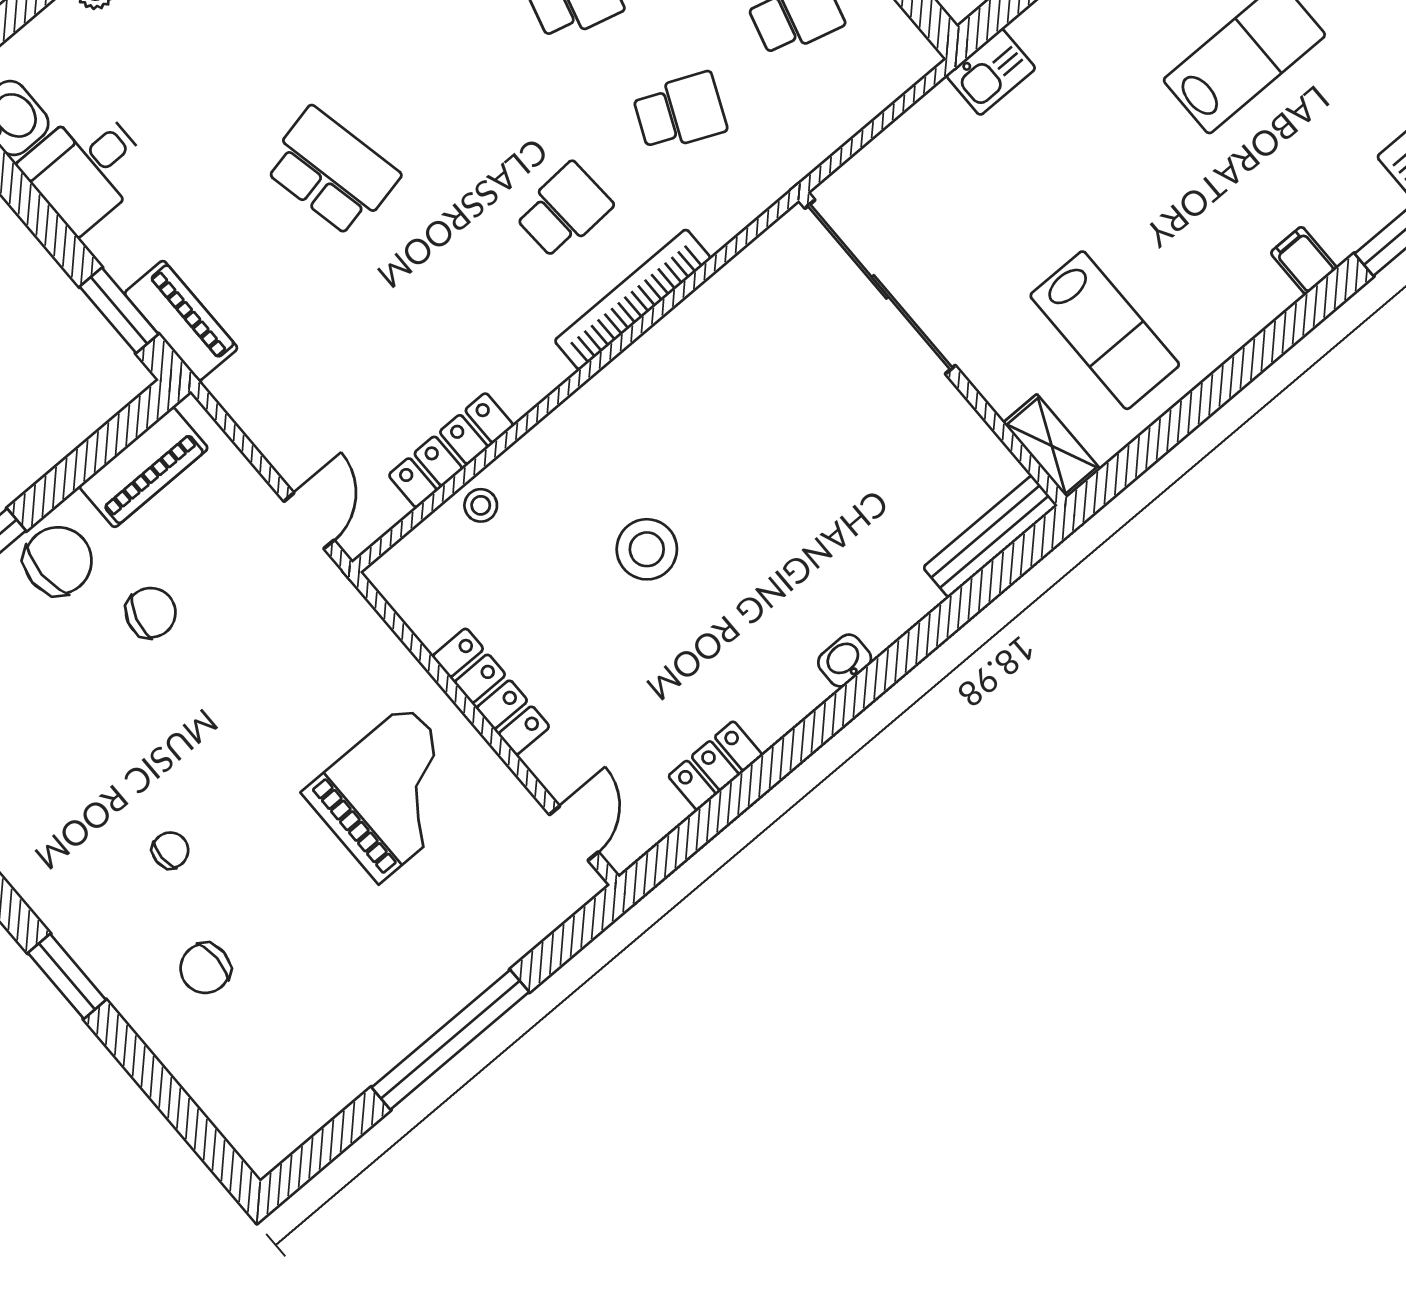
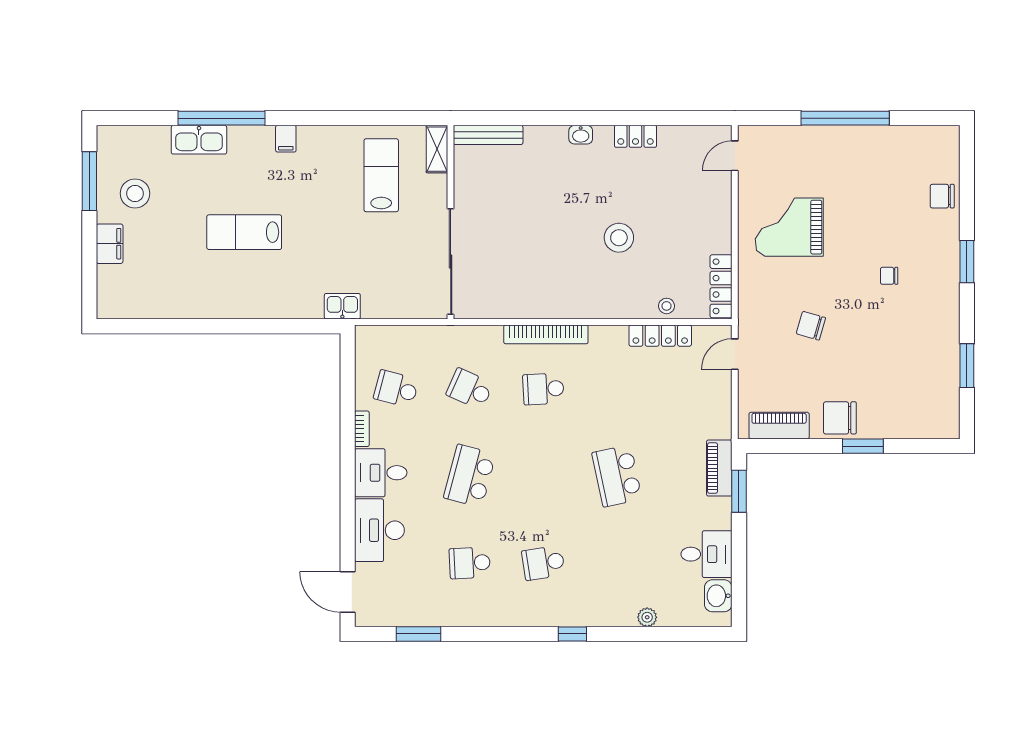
chair: (151, 613) -> (811, 326), moved
locker: (491, 692) -> (721, 286), moved
locker: (715, 766) -> (636, 136), moved
chair: (205, 968) -> (942, 196), moved, turned 180

